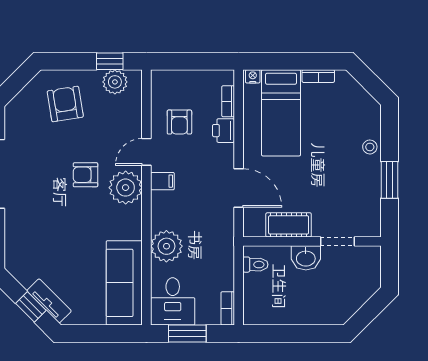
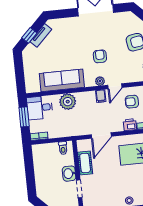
door: (146, 152) -> (115, 86), swing flipped
plant: (126, 188) -> (100, 81), width x0.53, depth x0.53
sofa: (124, 283) -> (62, 80), moved
tv unit: (49, 301) -> (41, 35), moved

